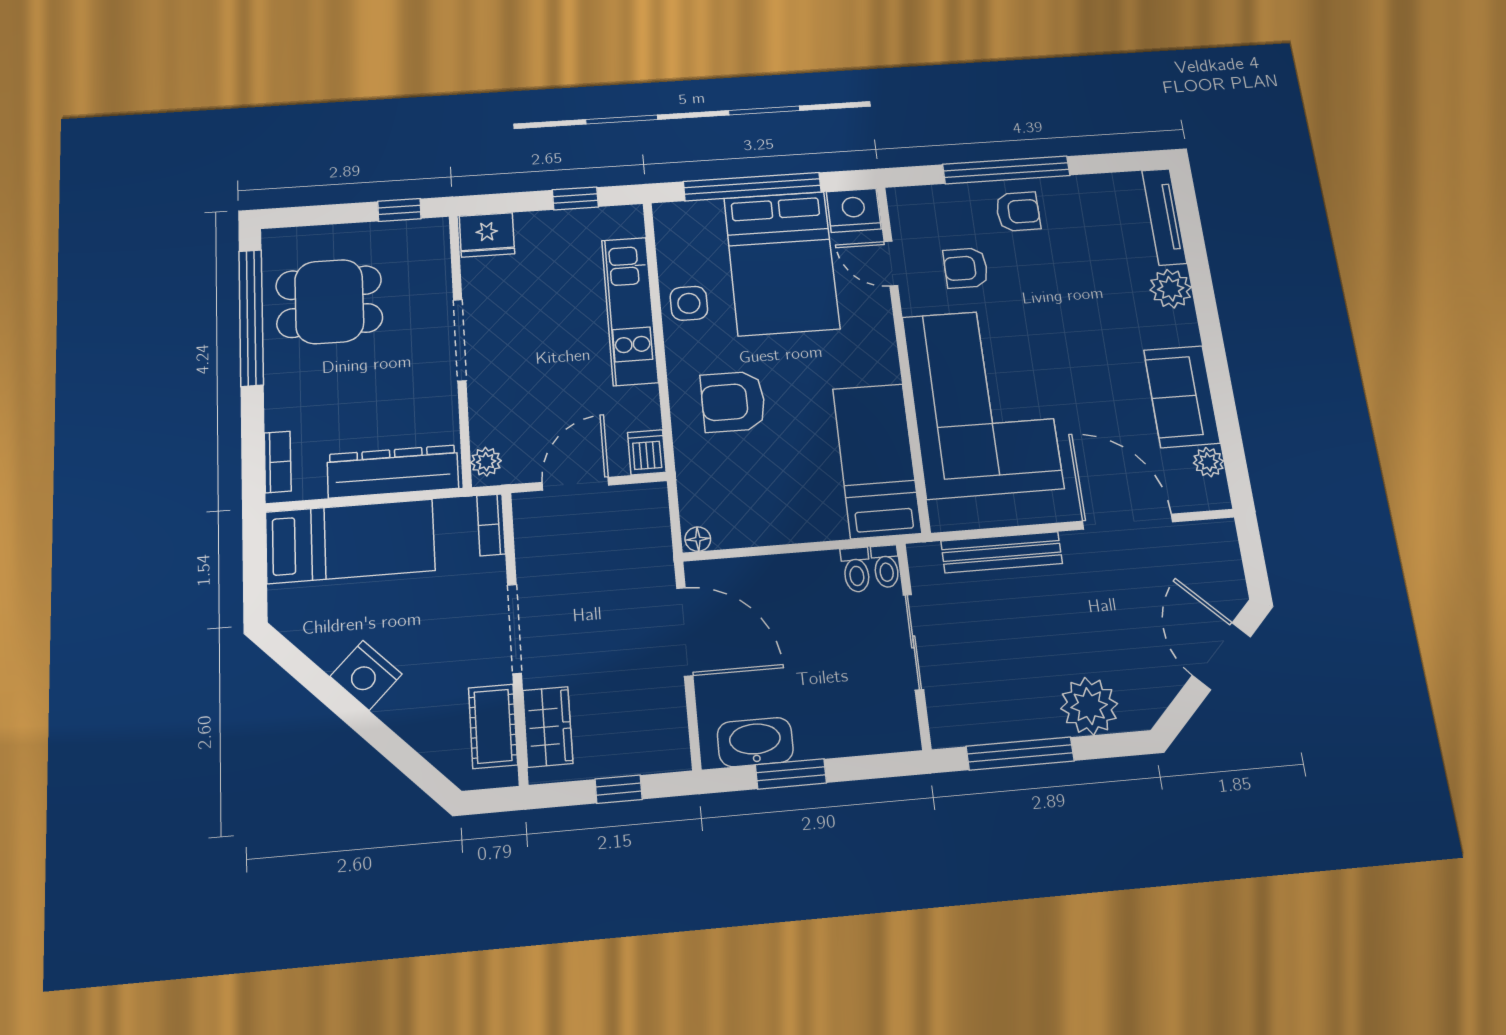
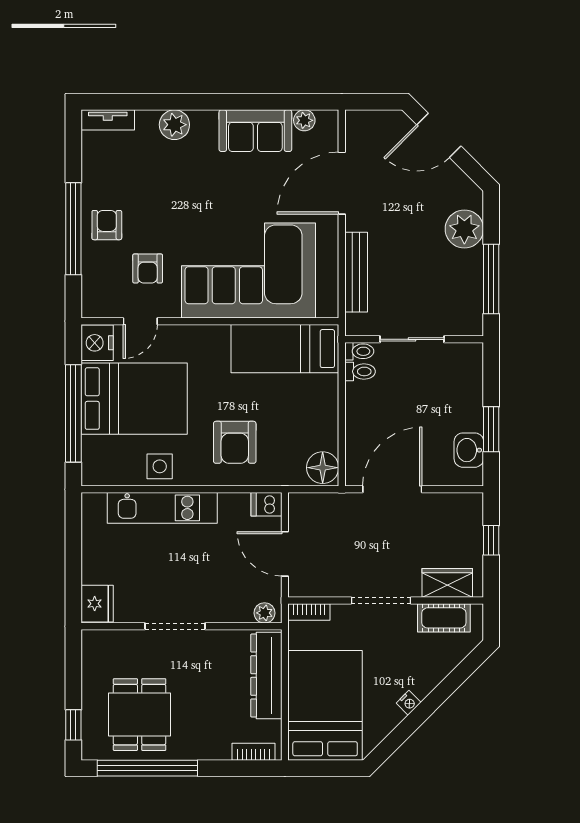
window: (575, 198) -> (73, 540), removed
window: (399, 210) -> (73, 725), moved
tv unit: (1164, 217) -> (108, 120), width x0.71
floor lamp: (698, 539) -> (323, 468), width x1.89, depth x1.89
bed: (350, 541) -> (325, 705), width x1.50
nightstand: (366, 675) -> (409, 703), width x0.53, depth x0.56
washbasin: (755, 742) -> (469, 450), width x0.72

